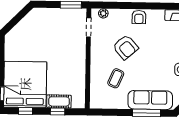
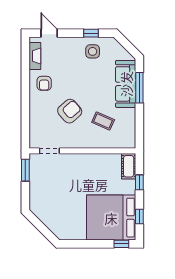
plant: (103, 13) -> (34, 135), removed
armchair: (139, 17) -> (44, 83), moved, turned 90
cot: (59, 101) -> (129, 166), moved

